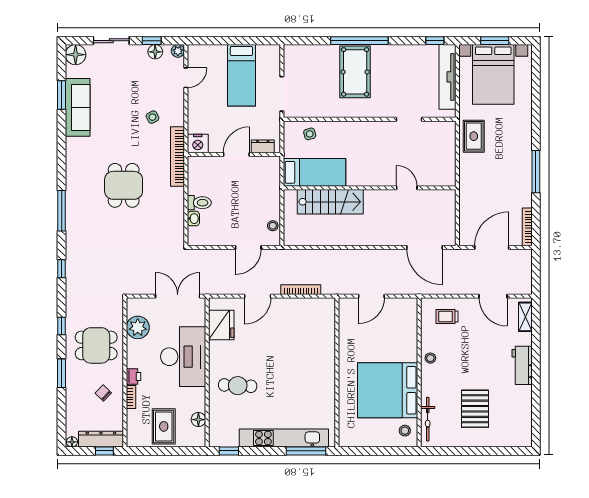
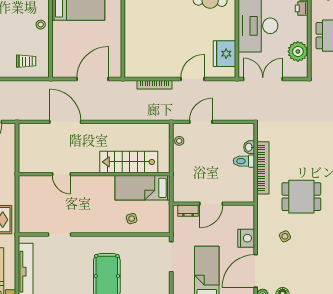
door: (186, 78) -> (256, 271), width x1.87
side table: (310, 134) -> (132, 219), moved
nightstand: (198, 143) -> (246, 238), moved, turned 90
bookcase: (178, 157) -> (263, 168), moved
dining table: (124, 185) -> (301, 197), moved, turned 90
door: (425, 247) -> (65, 122), moved
double door: (178, 296) -> (263, 79), swing flipped
door: (371, 296) -> (93, 79), width x1.36

